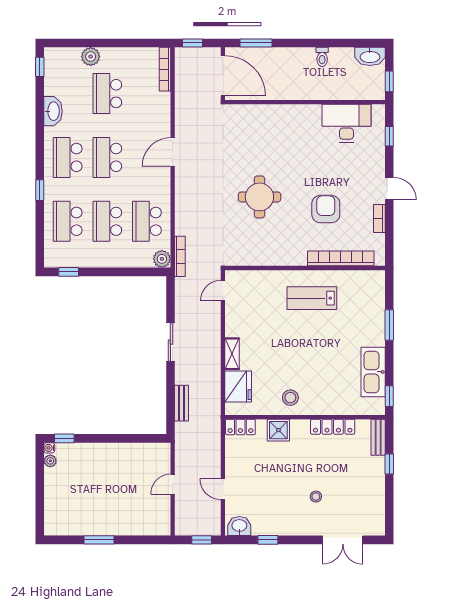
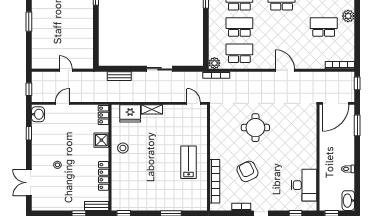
school desk: (107, 157) -> (282, 27), removed
armchair: (326, 209) -> (247, 171), turned -116
kitchen sink: (373, 372) -> (140, 203), removed

